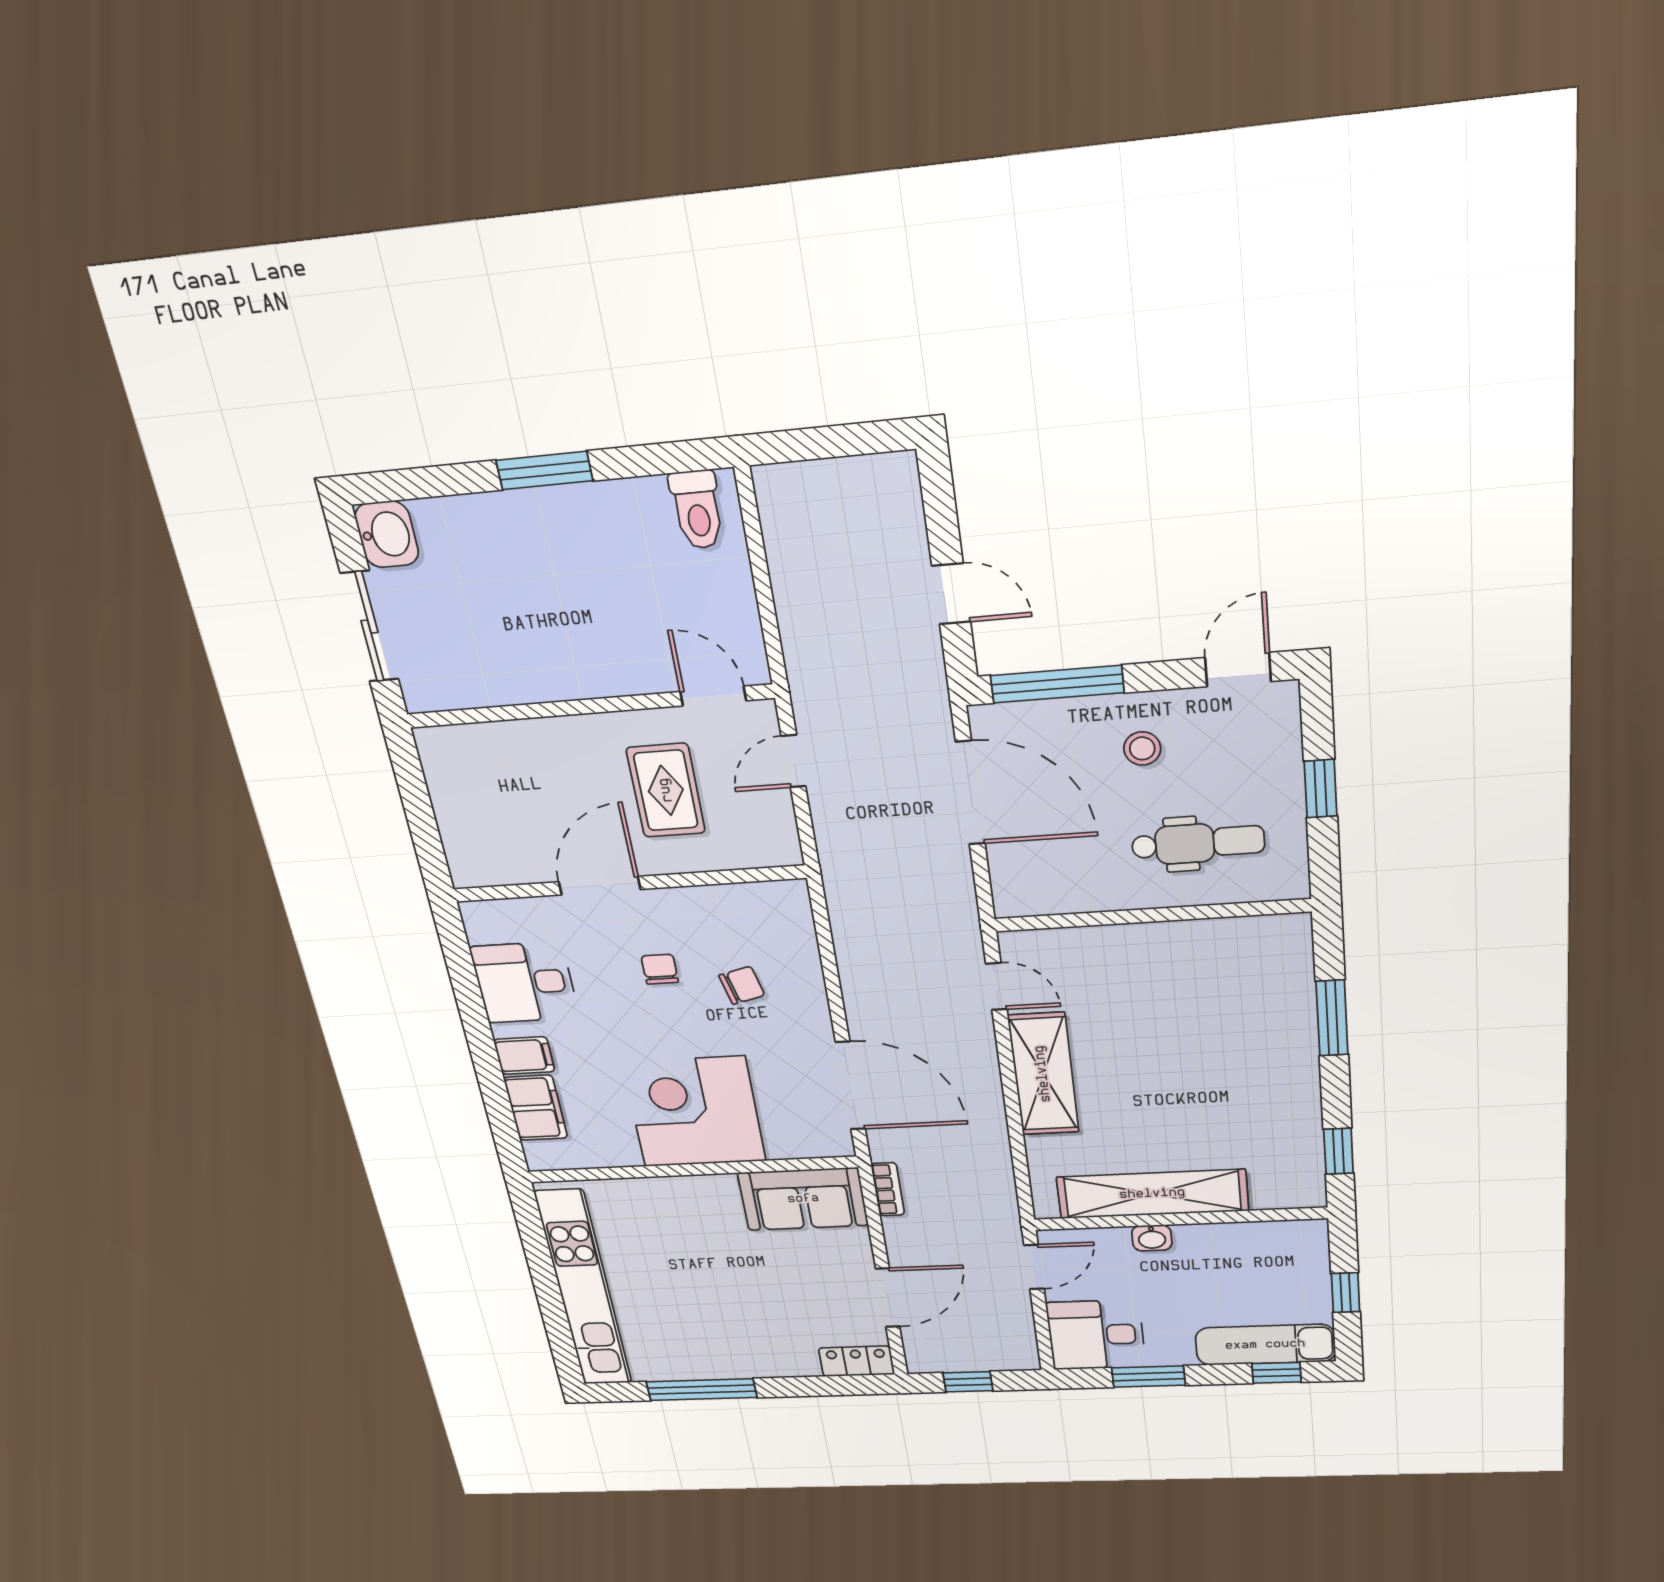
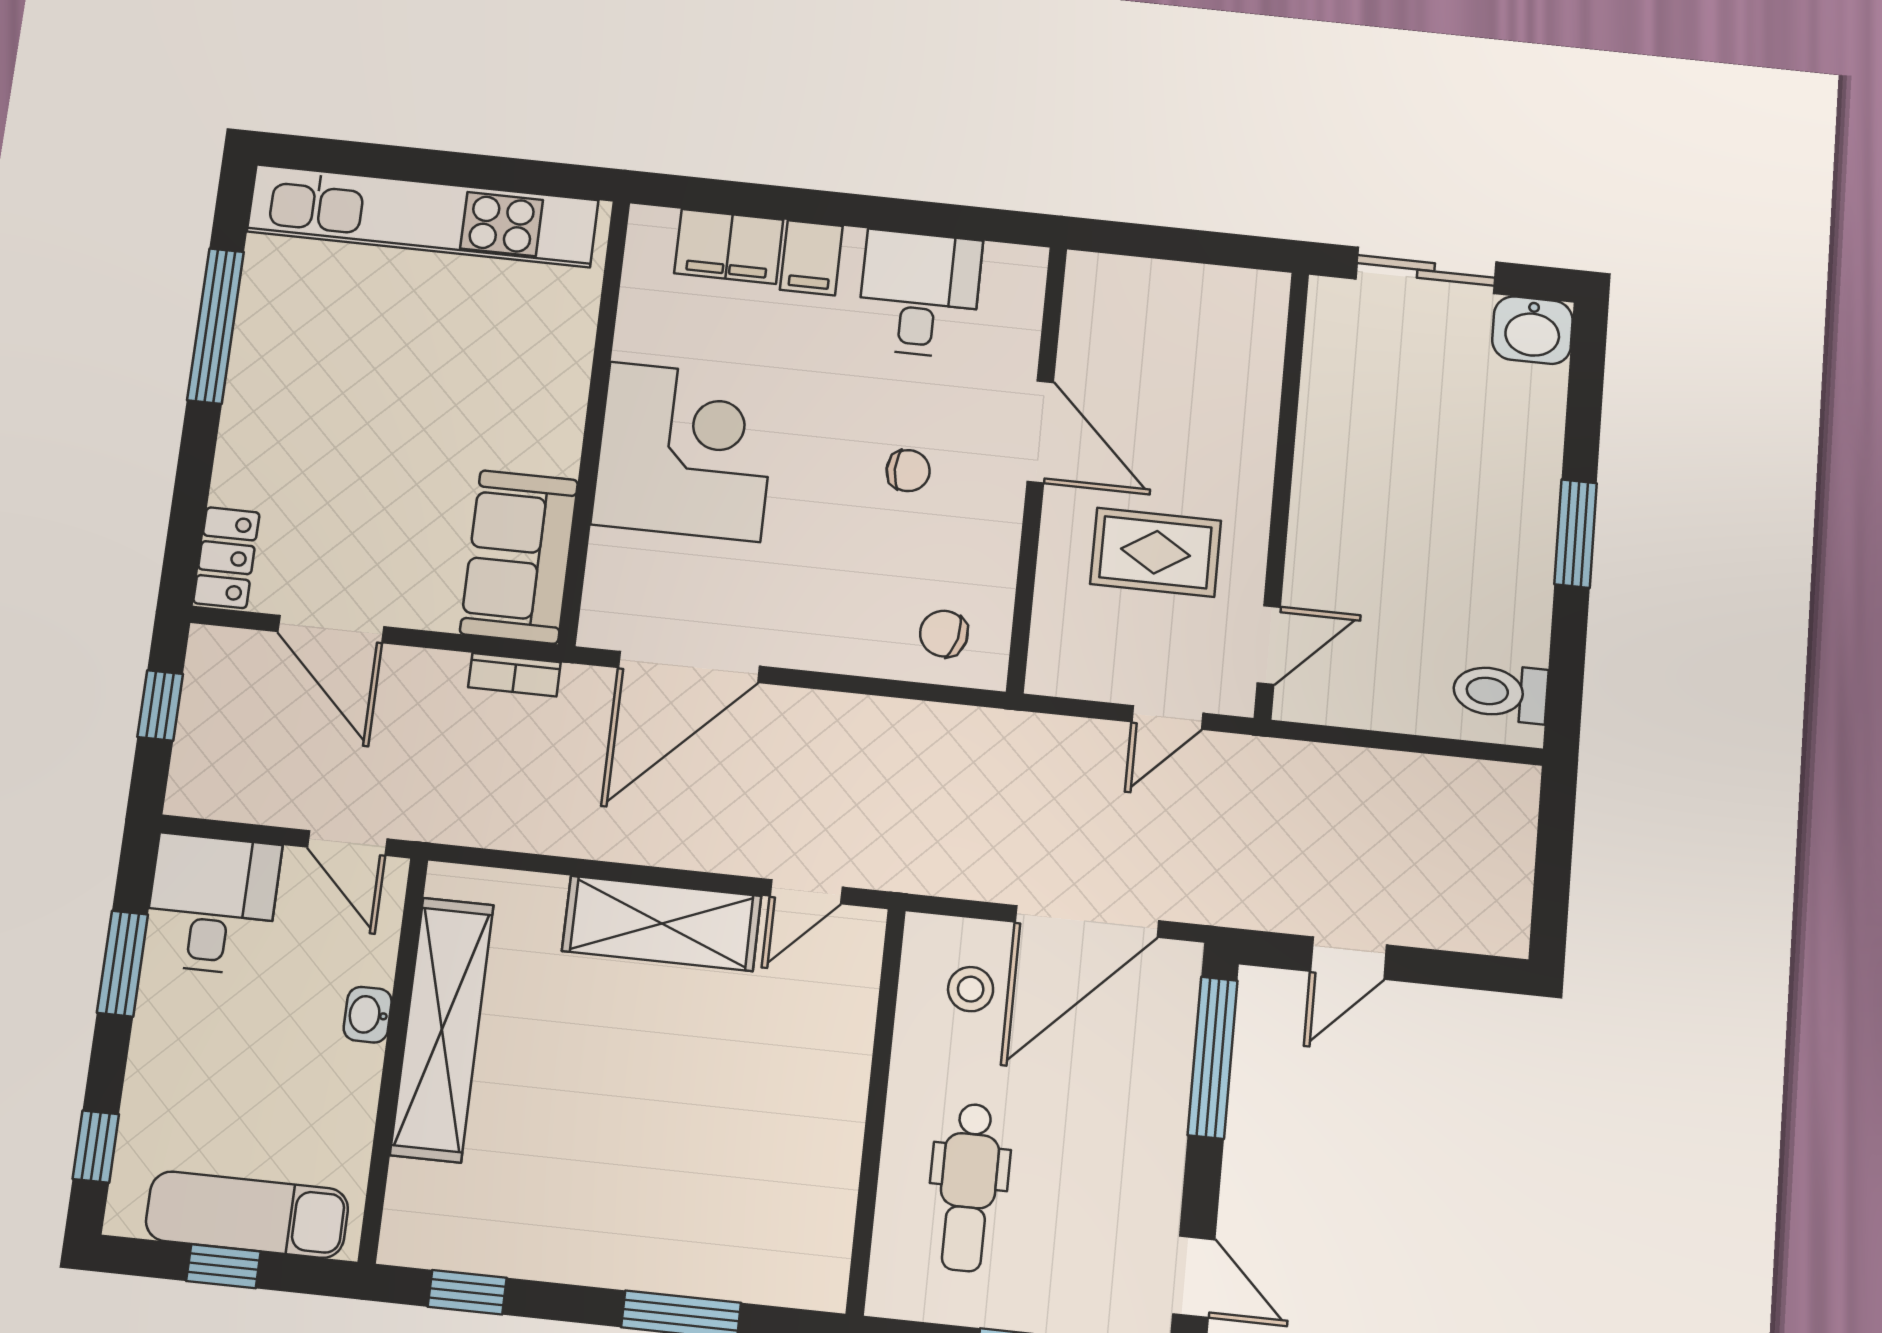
stool: (1142, 748) -> (971, 989), moved
door: (793, 761) -> (1167, 718), swing flipped
chair: (742, 985) -> (944, 634), moved, turned 118
exam couch: (1265, 1345) -> (247, 1215), moved, turned -90

